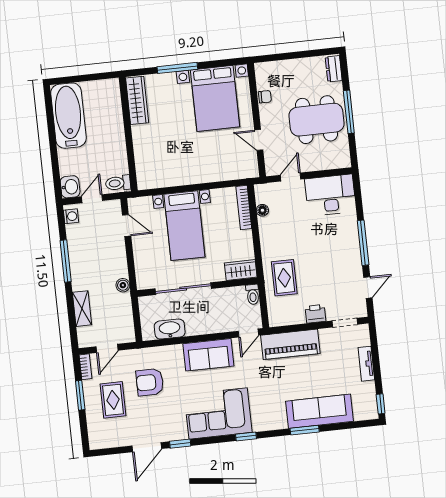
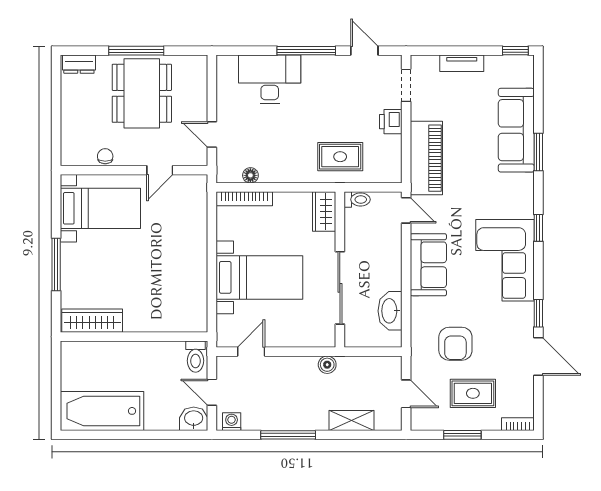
bed with nightstands: (215, 98) -> (100, 208), width x0.73
desk: (330, 195) -> (270, 79), moved, turned 90
bookcase: (85, 367) -> (518, 424), moved

